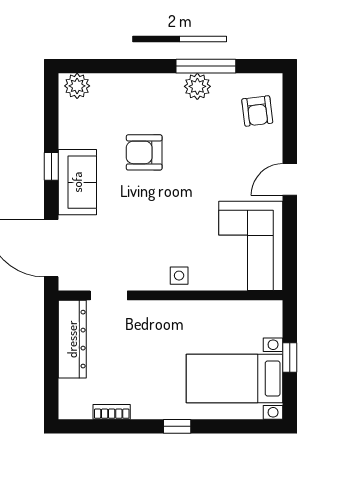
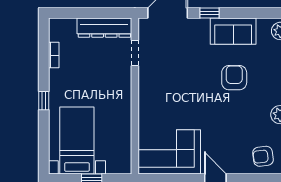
window: (51, 166) -> (210, 13), moved
sofa: (77, 182) -> (233, 31), moved
side table: (179, 276) -> (149, 102), removed

